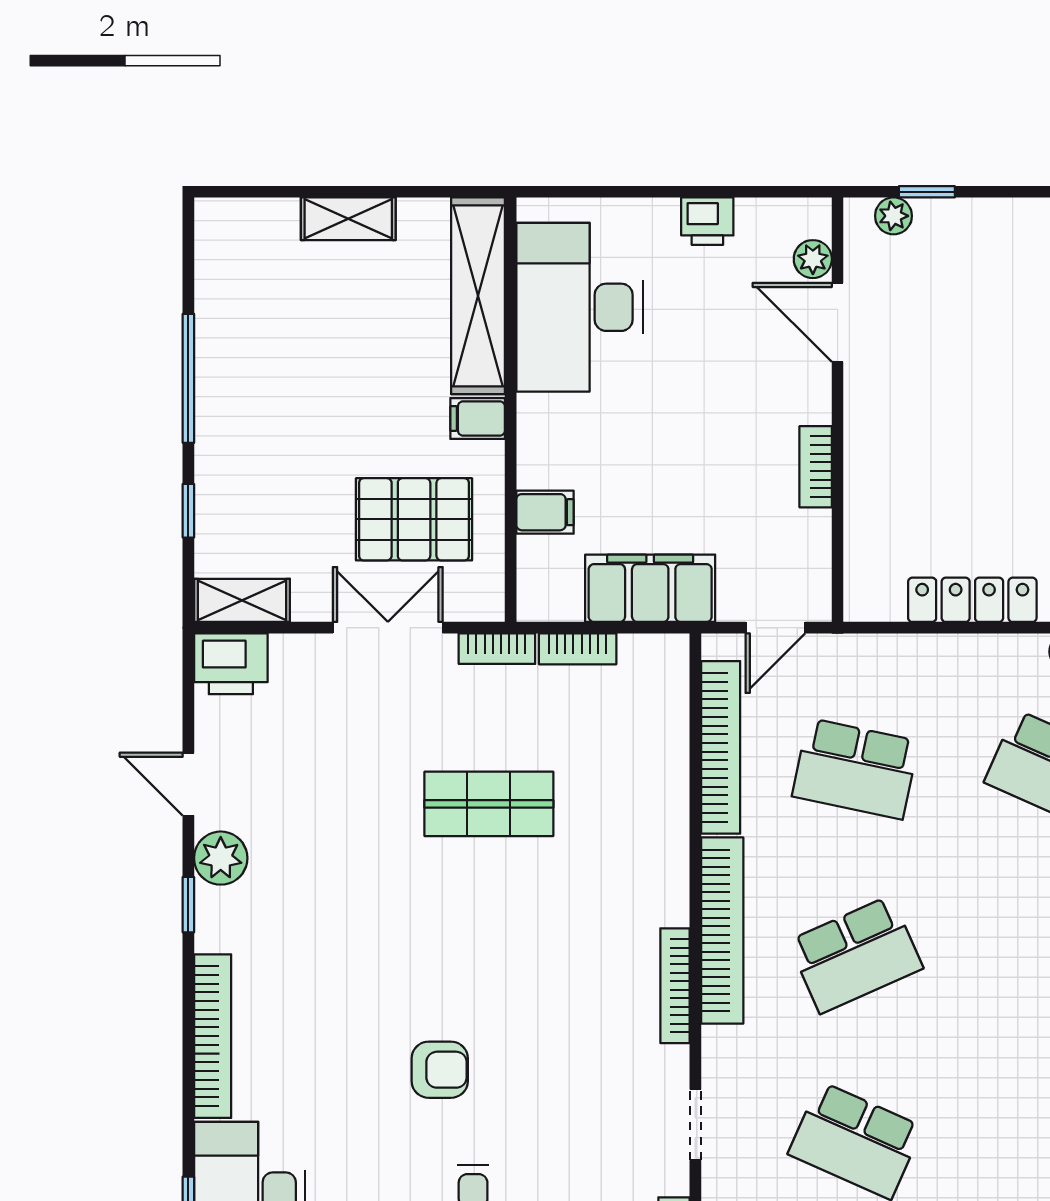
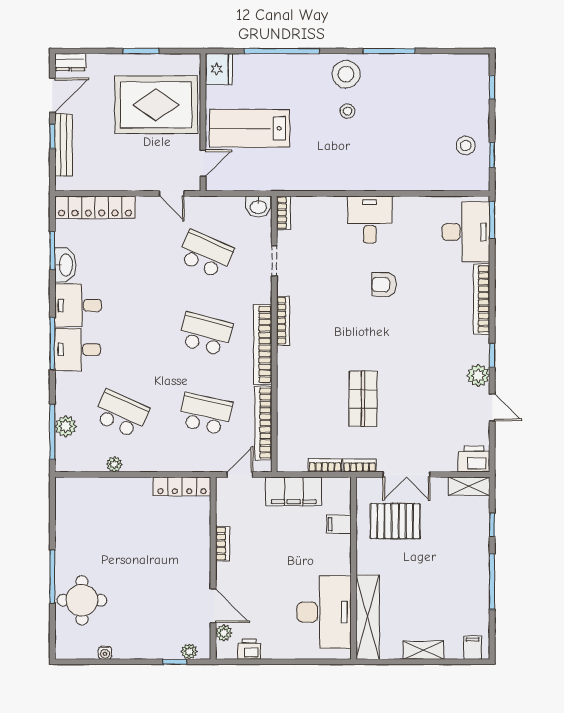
printer: (707, 221) -> (249, 649), moved
filing cabinet: (478, 418) -> (473, 648), moved, turned -90
locker: (972, 600) -> (182, 486), moved
shop shelf: (489, 804) -> (363, 399), turned 90
school desk: (856, 955) -> (205, 334), turned 39

